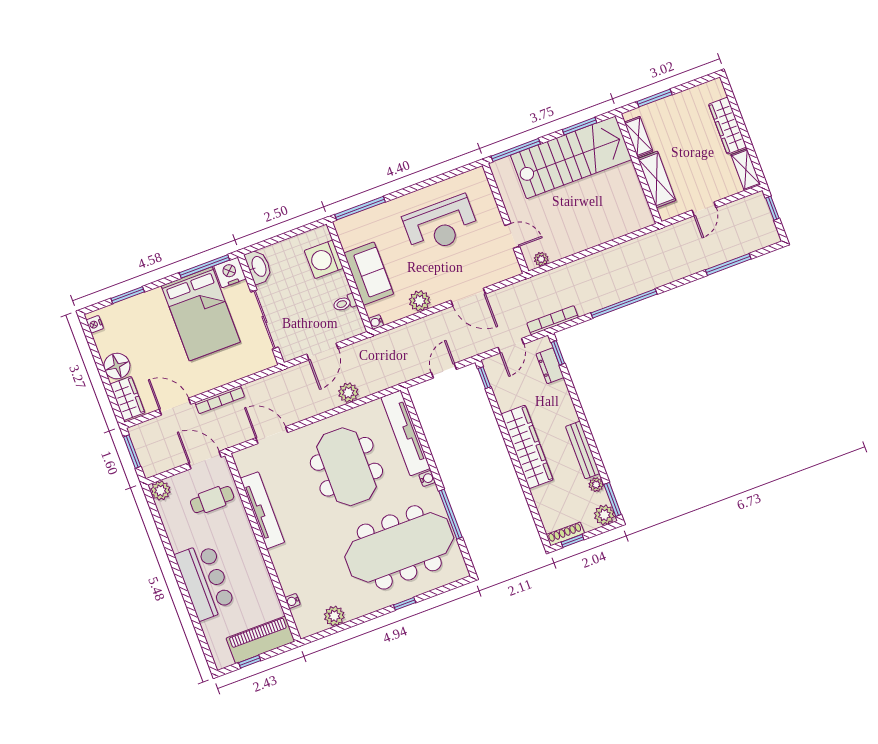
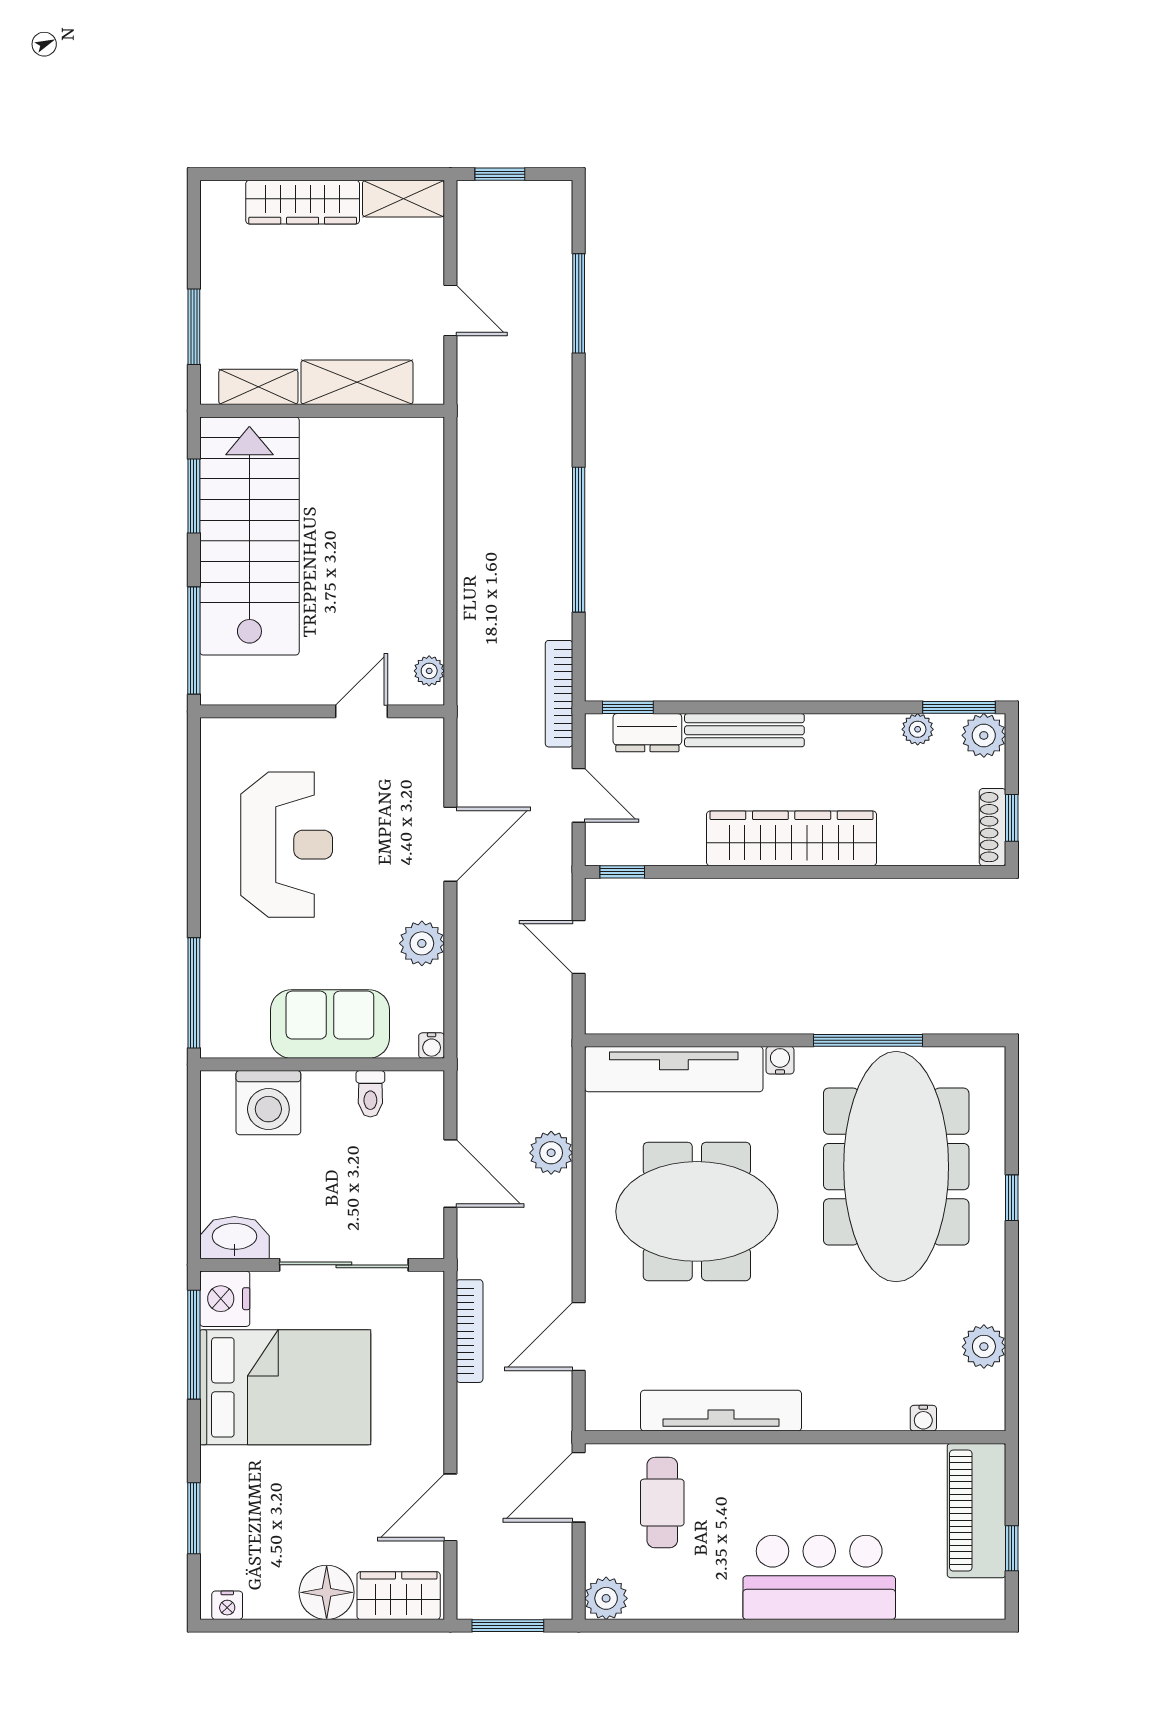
bookcase: (220, 400) -> (470, 1331), moved
bench: (583, 450) -> (744, 730), moved

